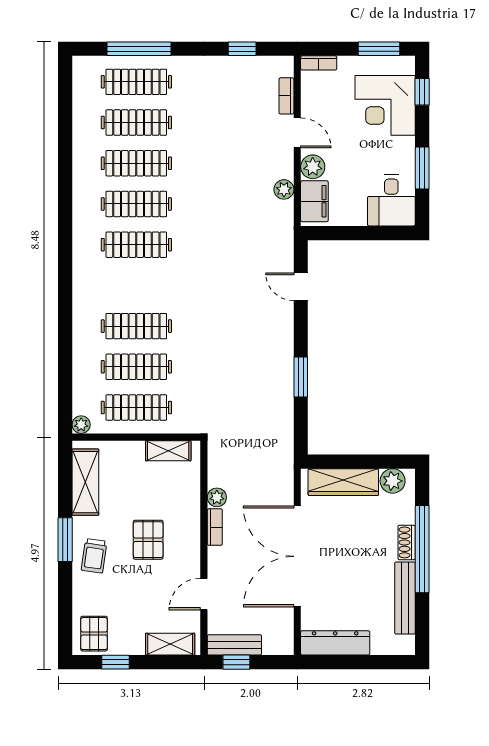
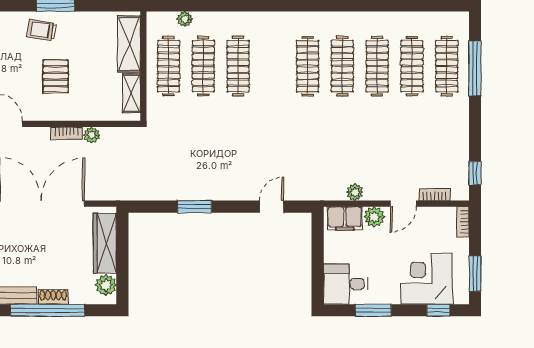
window: (242, 49) -> (475, 173), moved
plant: (81, 425) -> (185, 19), moved
shelving: (85, 482) -> (129, 44), moved, turned 90
pallet: (148, 540) -> (56, 76), turned 90

